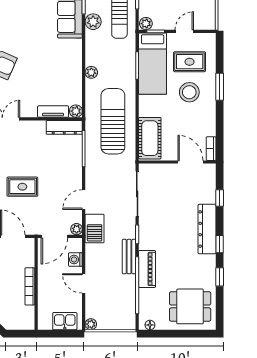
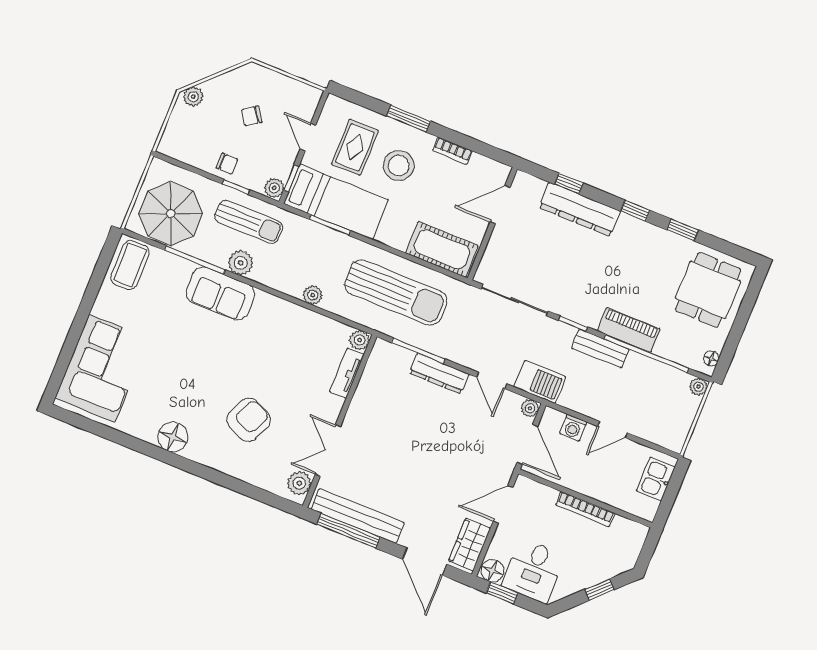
sun lounger: (113, 121) -> (396, 293), turned 180
dresser: (64, 127) -> (439, 374), moved, turned 90
bookcase: (211, 149) -> (453, 151), moved
rug: (22, 187) -> (437, 461), removed
dresser: (207, 229) -> (580, 209), moved
plant: (91, 324) -> (698, 387), moved

